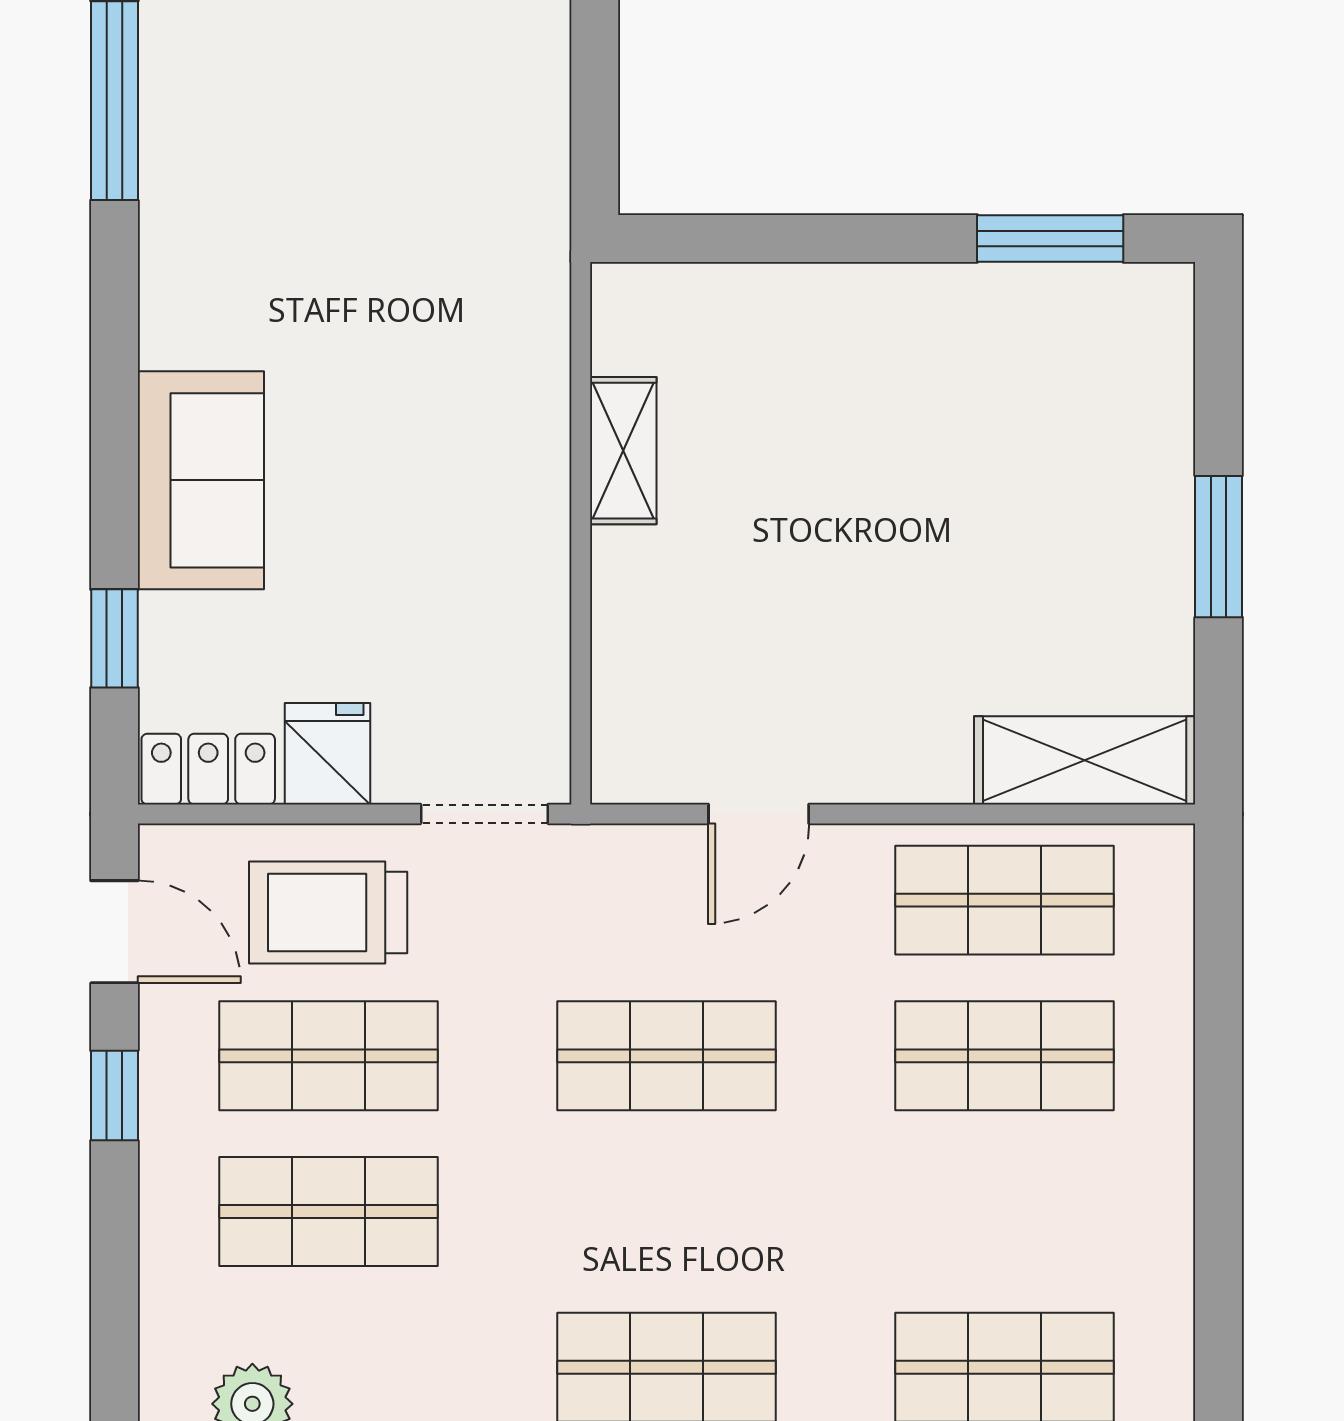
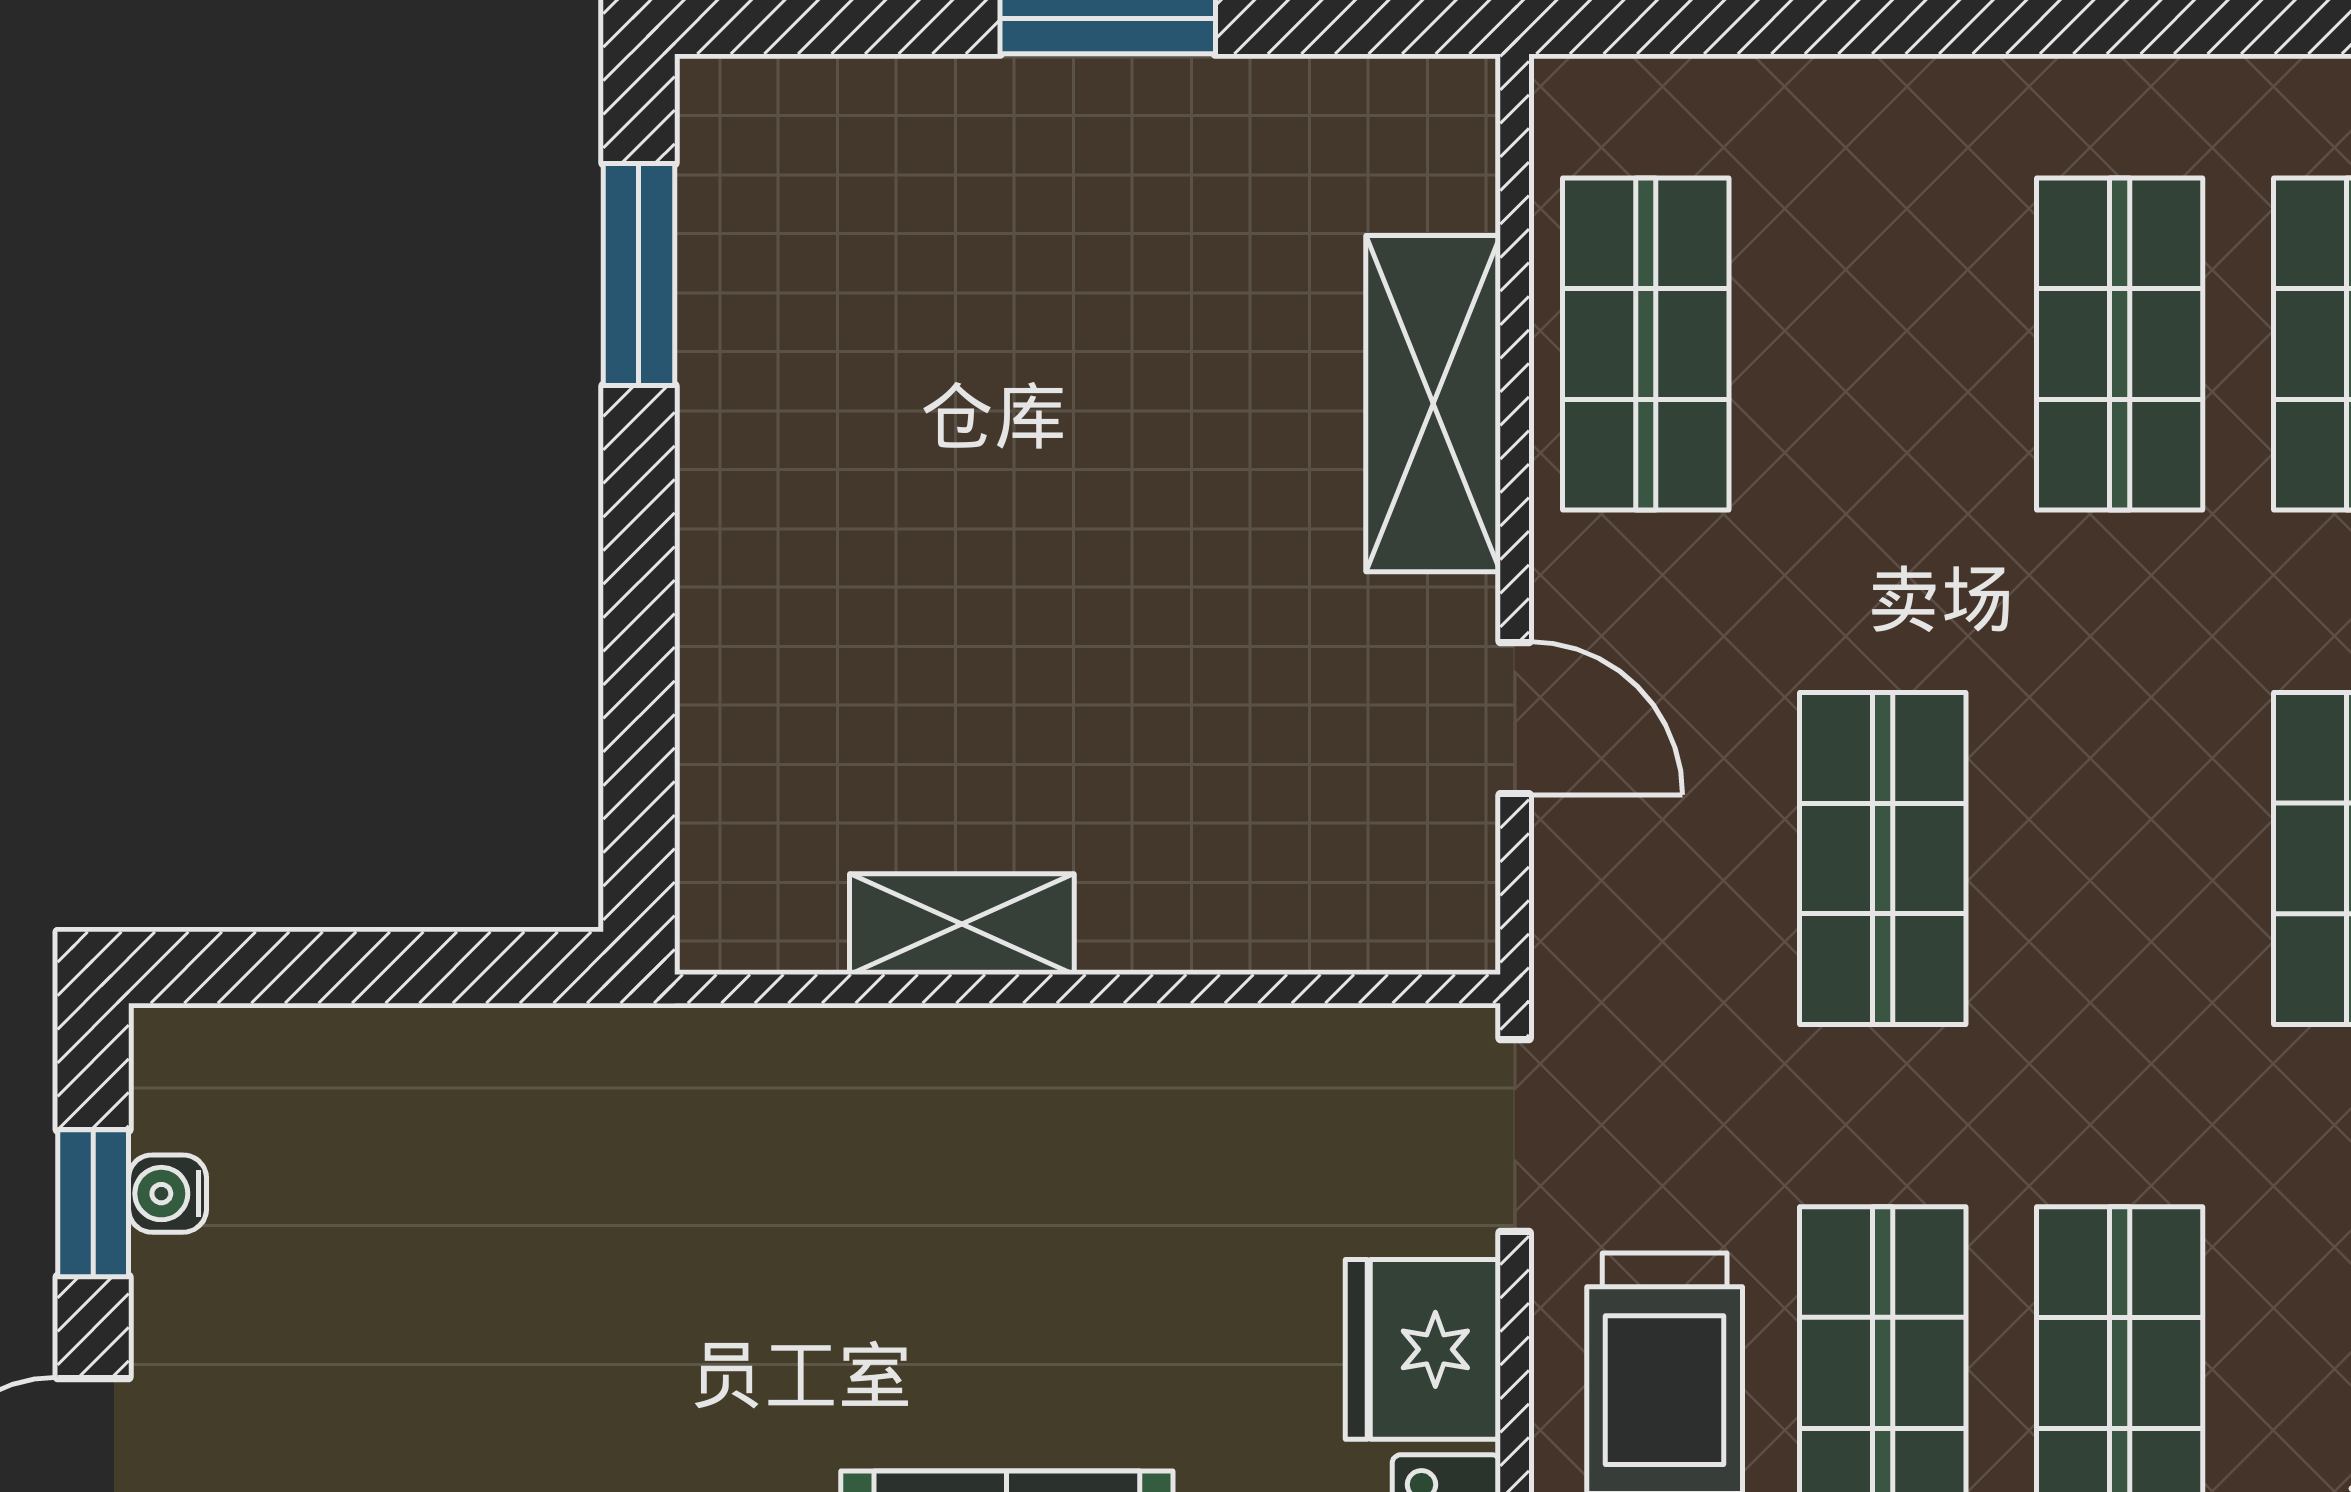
fridge: (327, 754) -> (1423, 1349), width x1.38
shelving: (1085, 760) -> (1433, 404), moved
shop shelf: (1005, 1056) -> (2120, 344), moved

